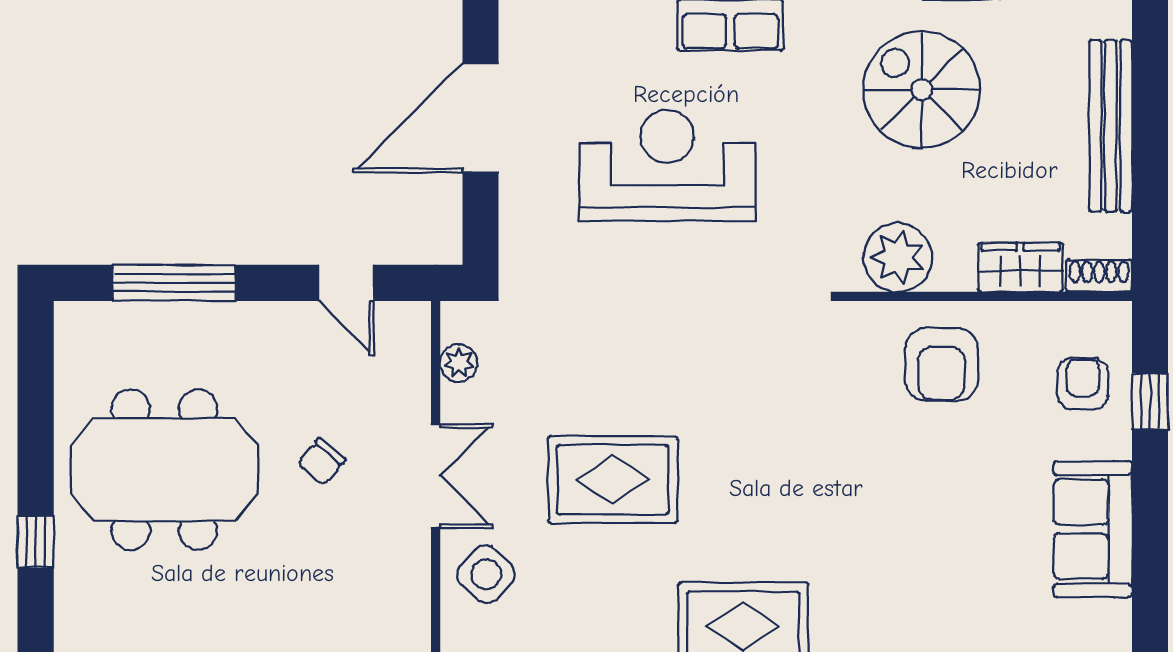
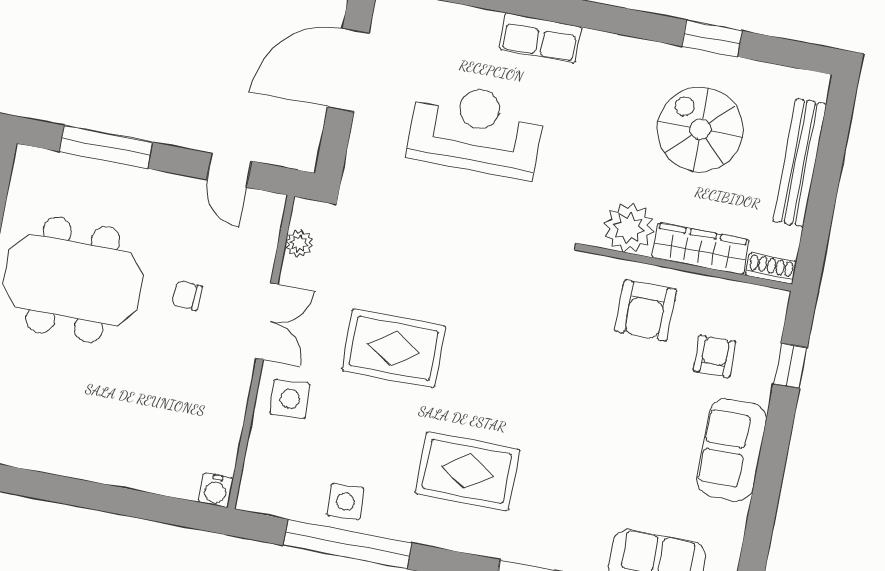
spiral stairs: (922, 90) -> (700, 129), moved
wardrobe: (1020, 267) -> (700, 249), width x1.50
armchair: (1083, 384) -> (715, 356), moved
chair: (321, 462) -> (187, 295), turned 53
side table: (486, 574) -> (290, 399), turned 45

